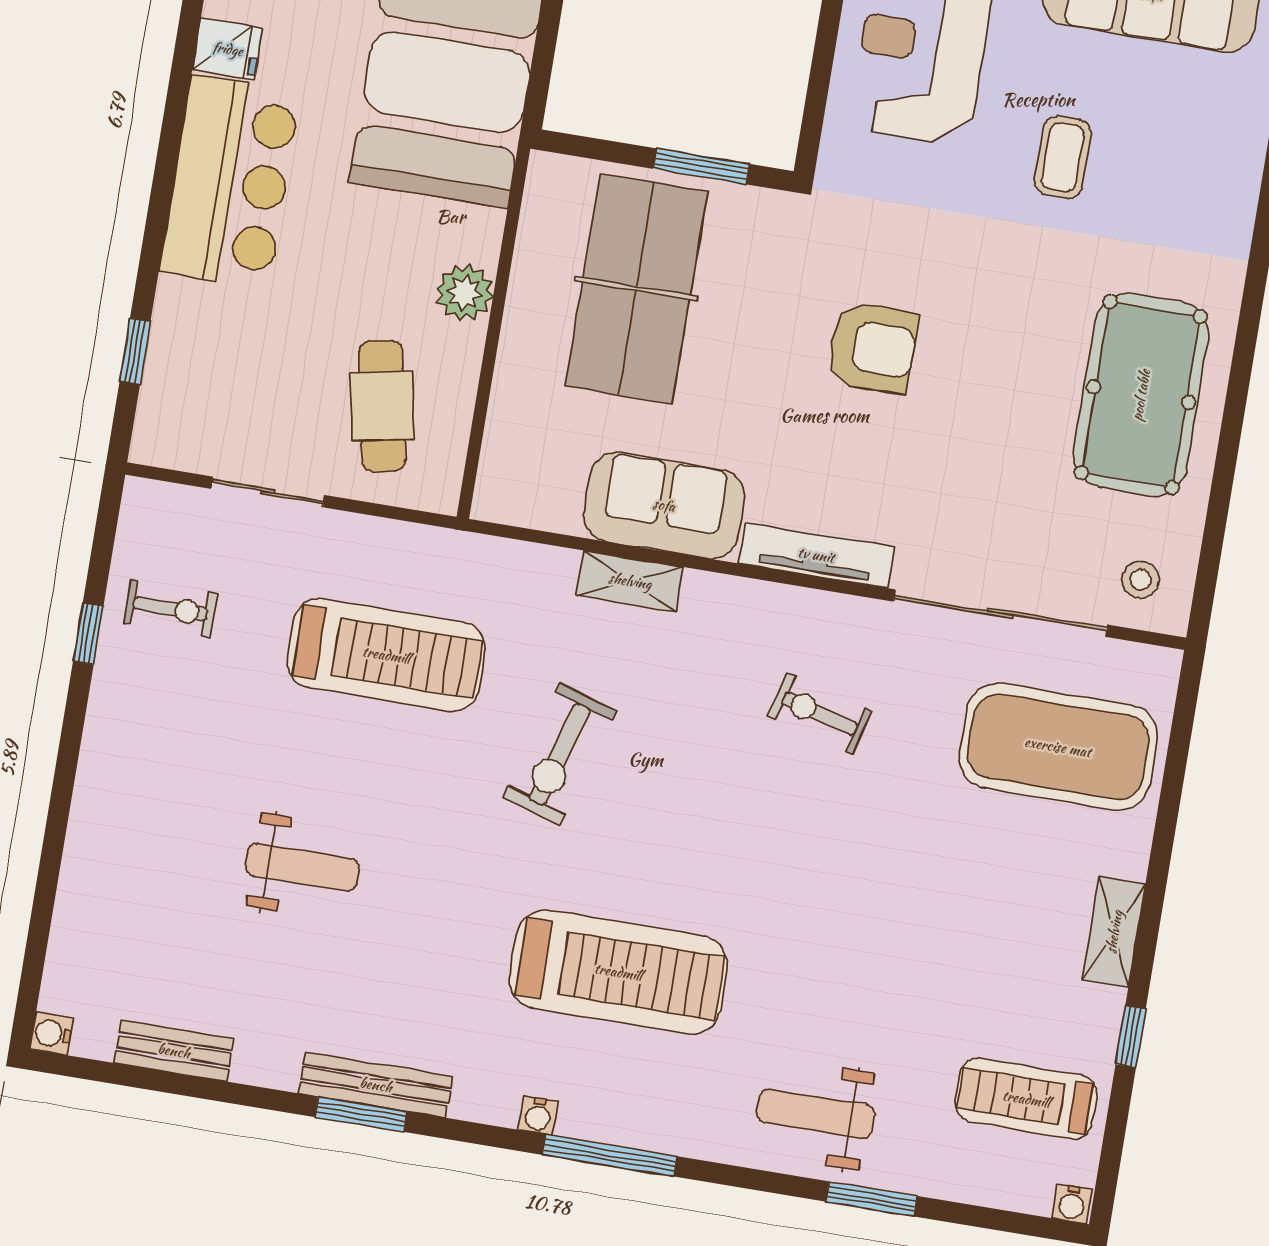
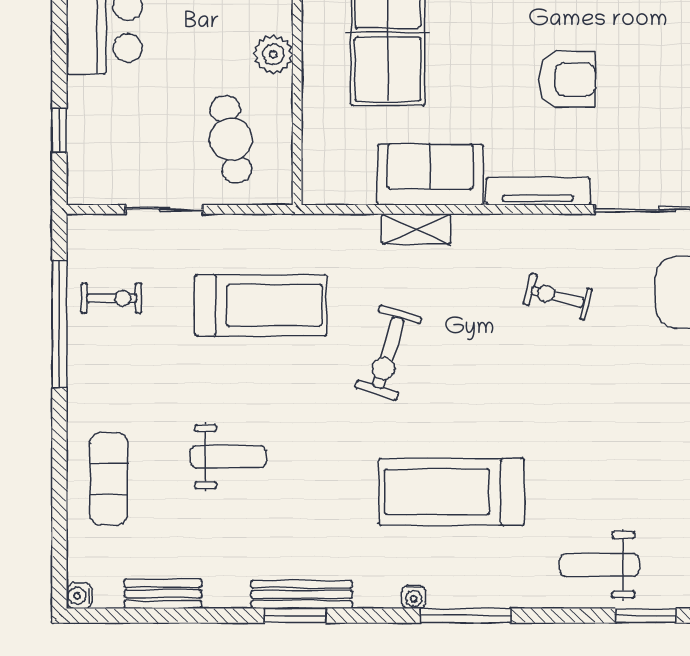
armchair: (872, 348) -> (567, 79), moved
window: (88, 634) -> (59, 324), width x3.17
exercise mat: (123, 870) -> (109, 479), added
treadmill: (618, 972) -> (451, 492), turned 180

